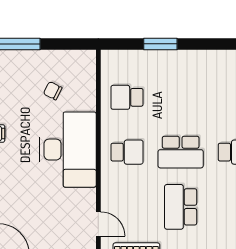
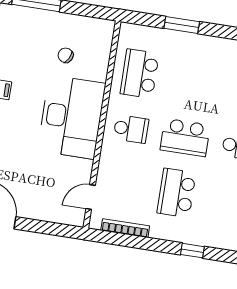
school desk: (127, 97) -> (140, 74), width x1.85
door: (98, 224) -> (91, 197), swing flipped

